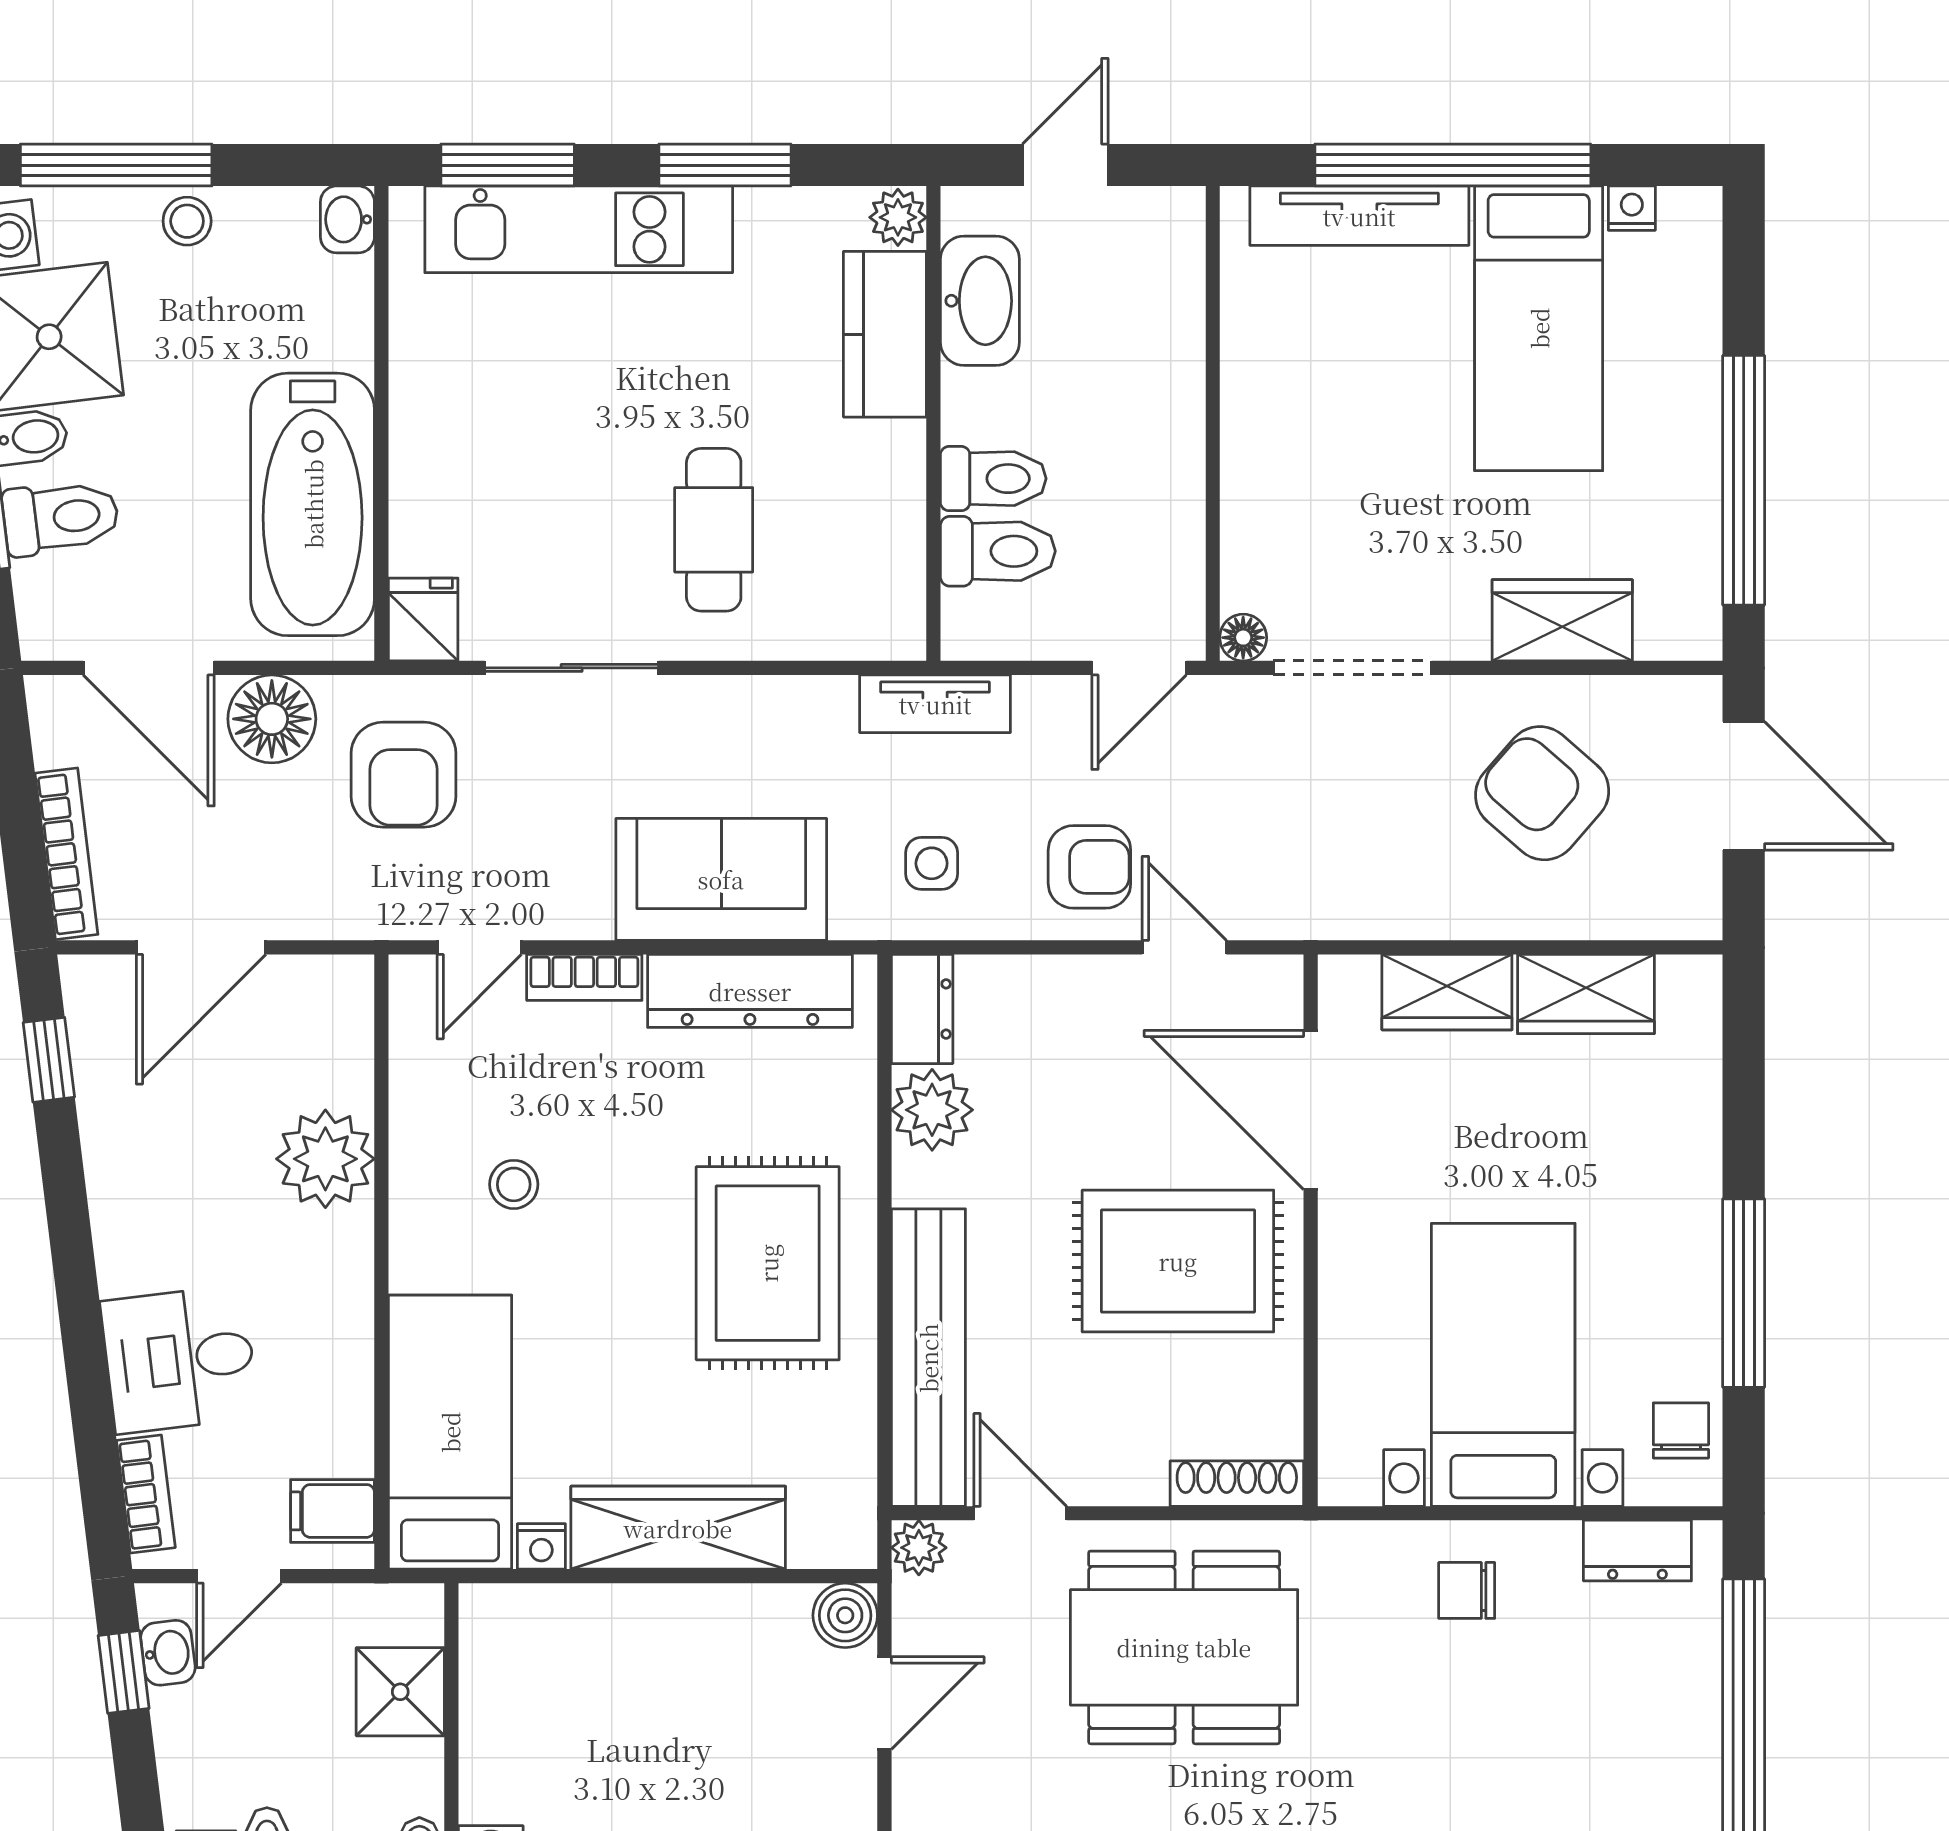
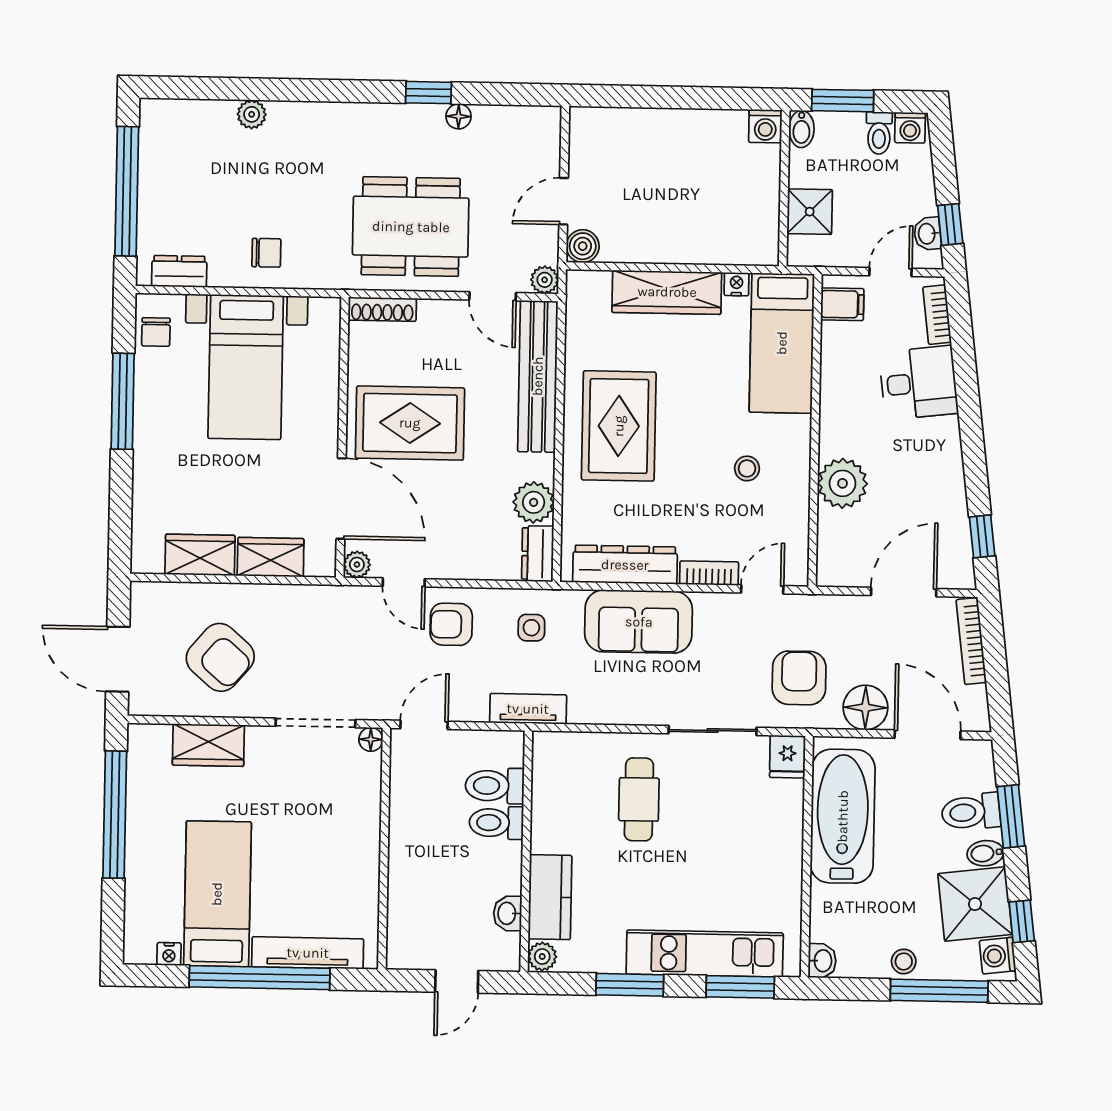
washbasin: (980, 301) -> (508, 913), width x0.52, depth x0.69
plant: (1277, 981) -> (357, 565), added

